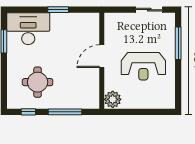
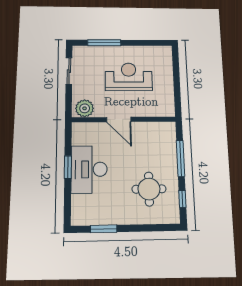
desk: (28, 29) -> (89, 169), moved
reception desk: (143, 66) -> (129, 77), turned -90
plant: (113, 99) -> (85, 108), moved

